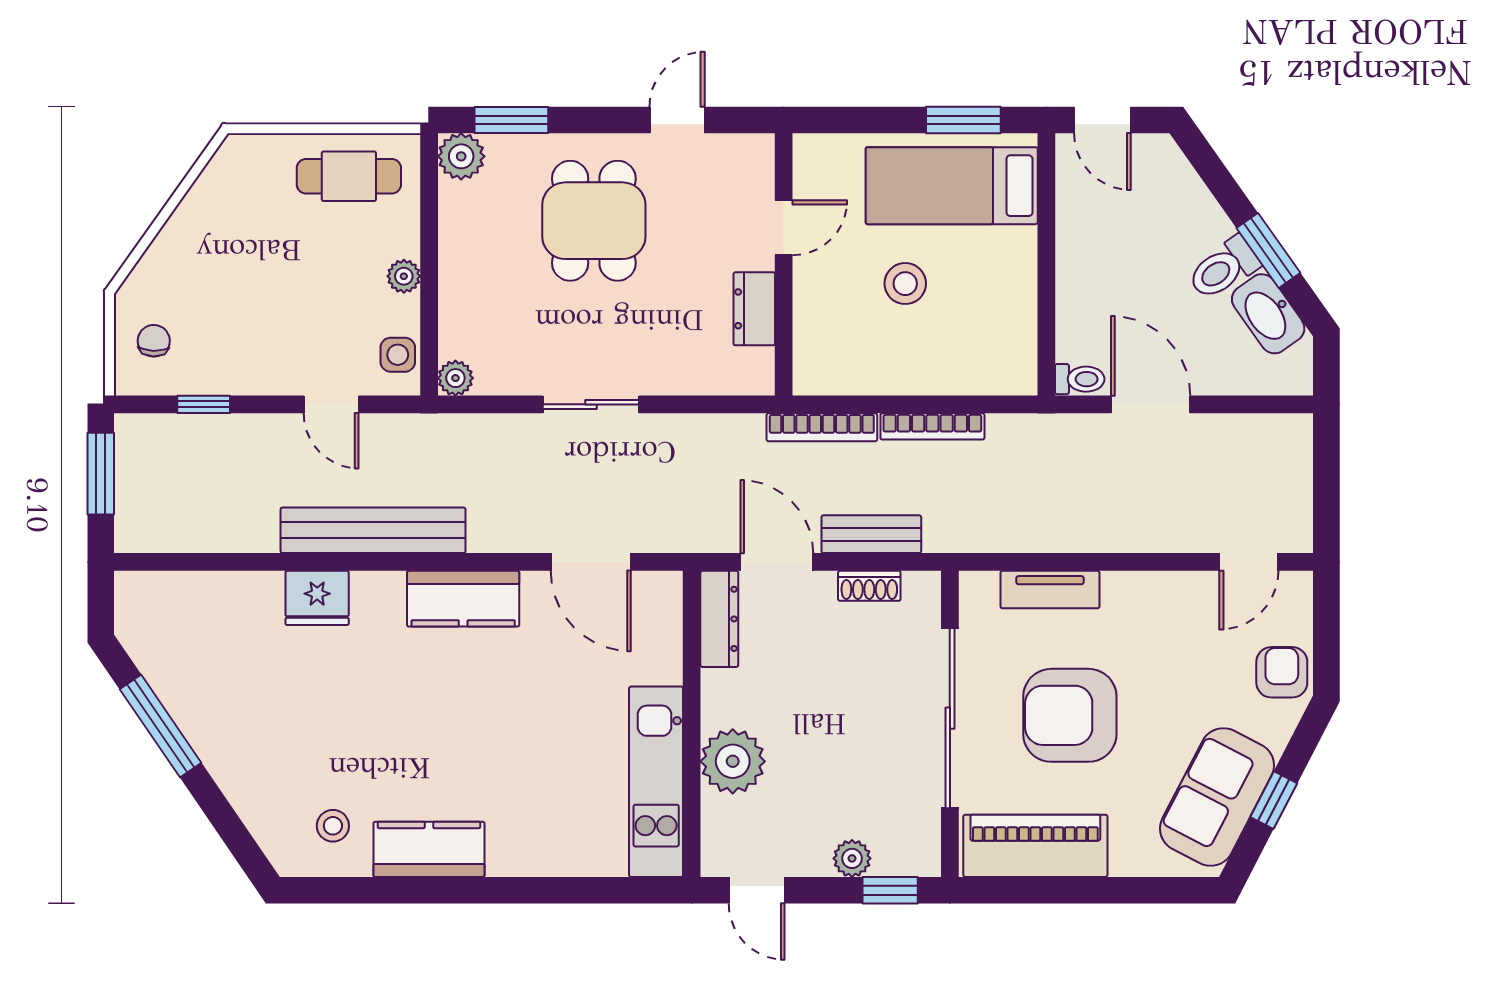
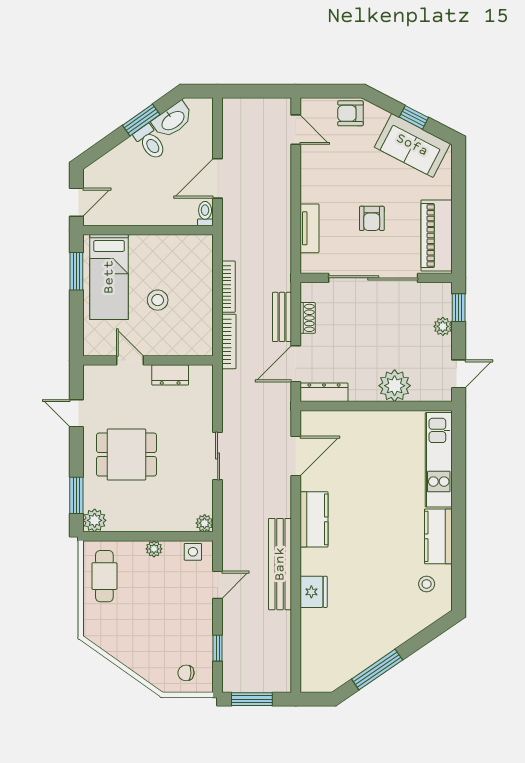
armchair: (1070, 715) -> (372, 218), width x0.53, depth x0.53
kitchen unit: (656, 782) -> (439, 460), moved, turned 90

